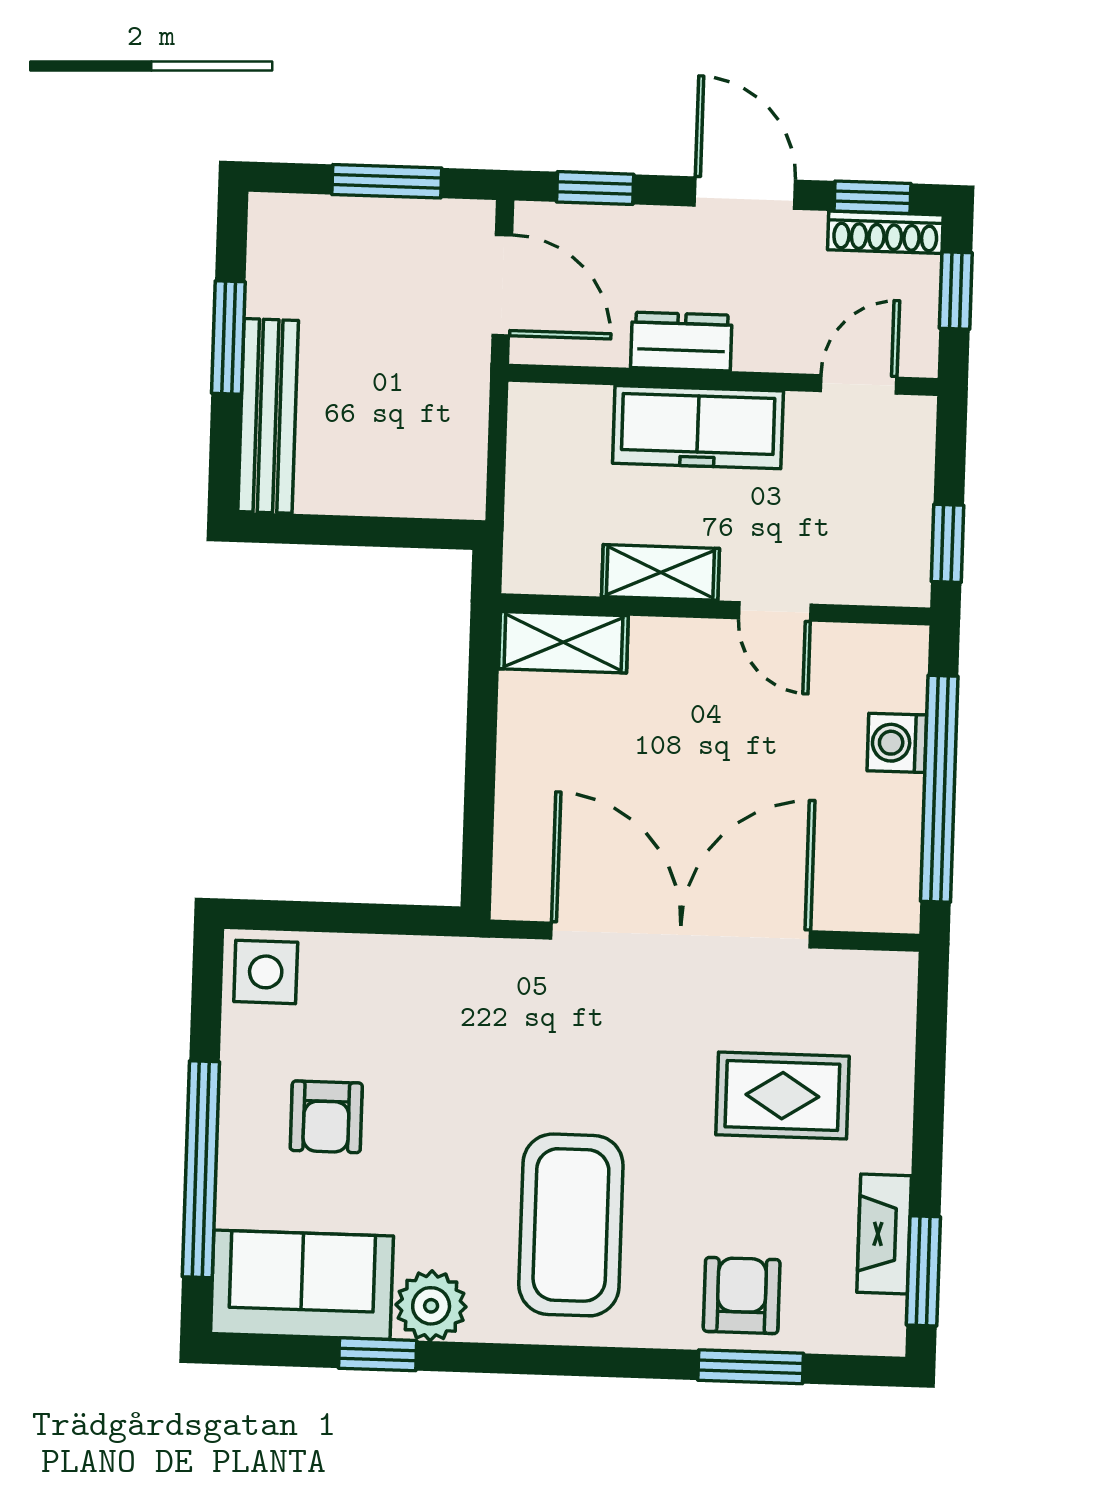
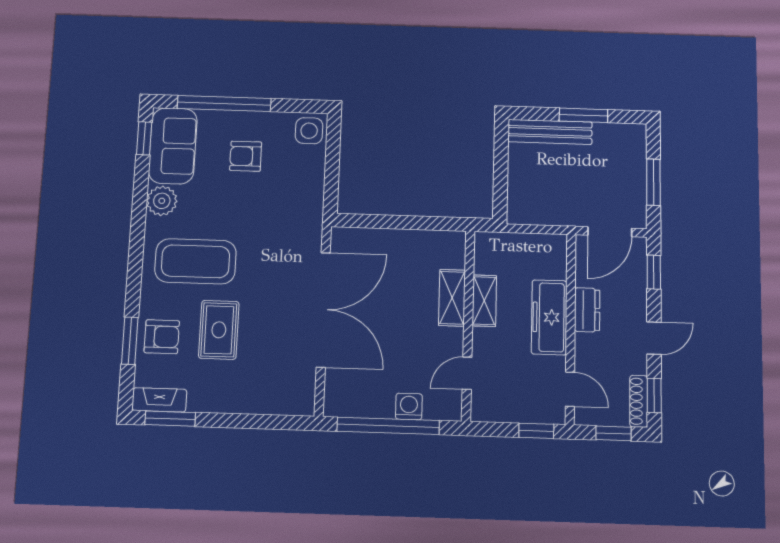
door: (745, 193) -> (654, 338), width x0.73
window: (947, 543) -> (536, 431), moved
door: (775, 611) -> (467, 373), moved
shelving: (563, 642) -> (452, 298), moved
rug: (782, 1096) -> (219, 330), moved
fireplace: (884, 1234) -> (159, 400), moved
window: (378, 1354) -> (144, 138), moved

